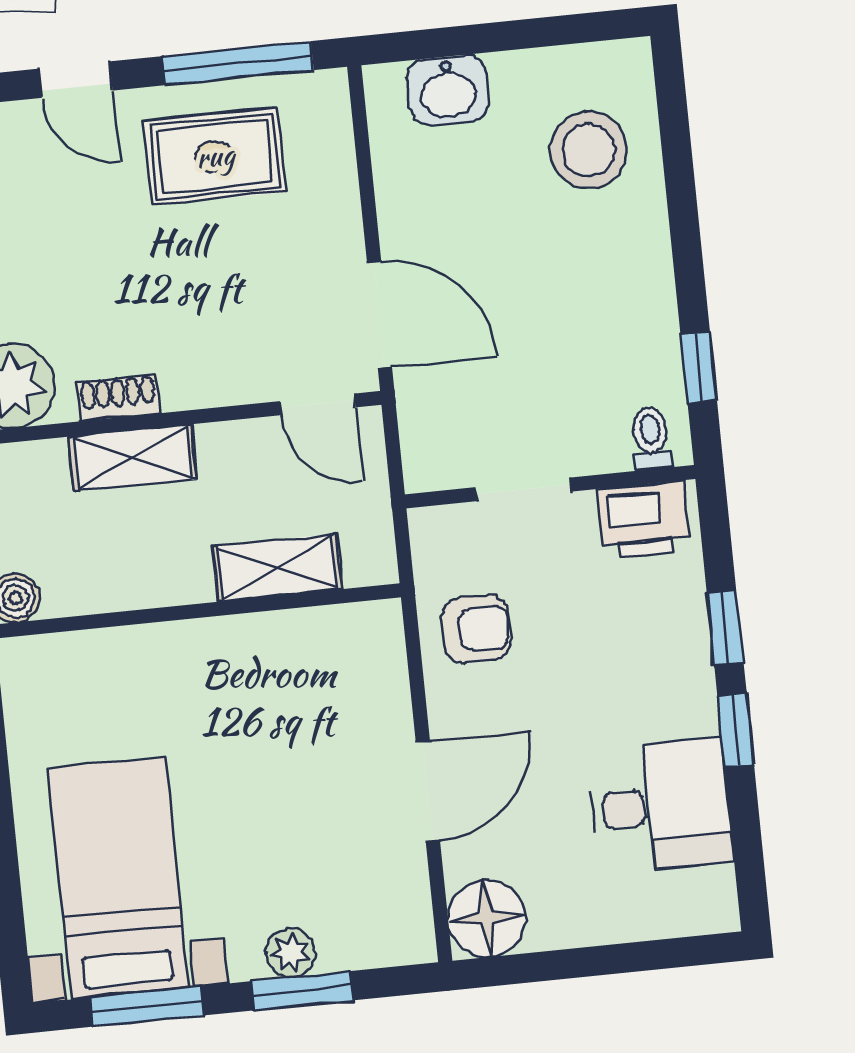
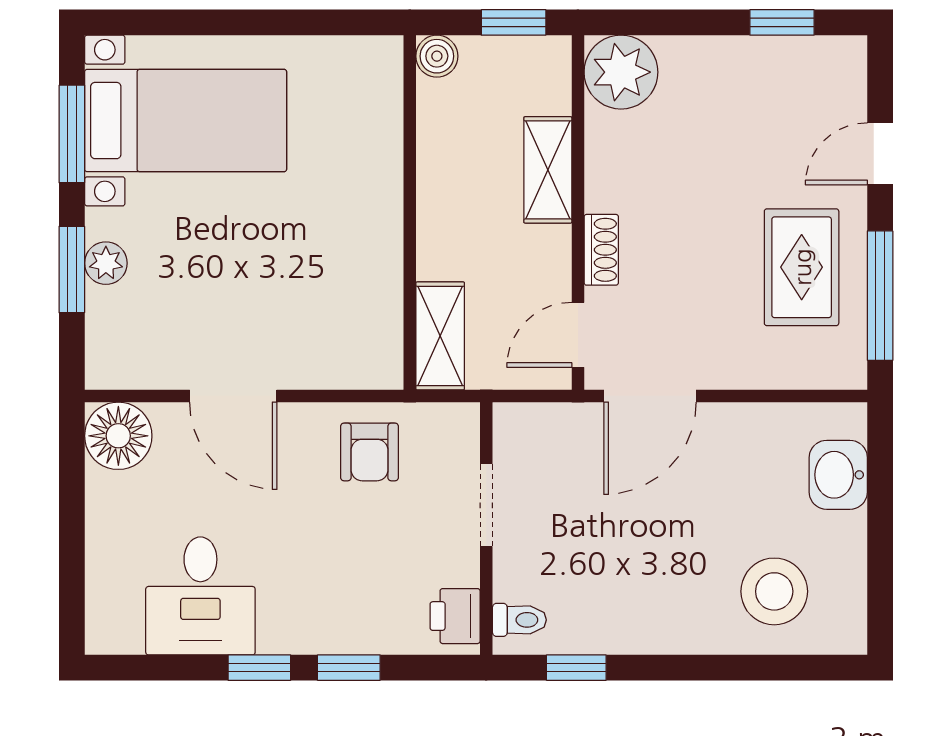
shoe rack: (118, 398) -> (601, 250), moved
printer: (643, 520) -> (455, 616), width x0.73, depth x0.81
shelving: (277, 568) -> (440, 336), moved

